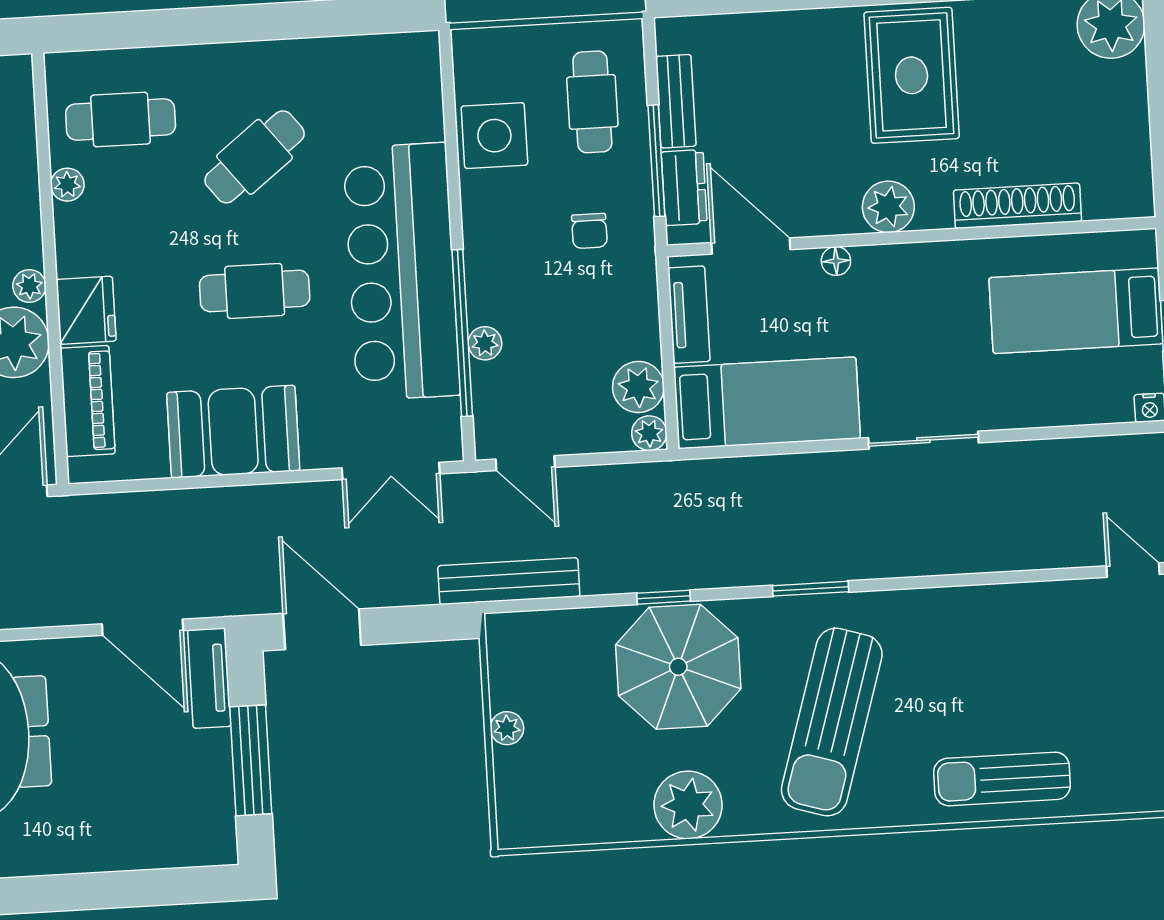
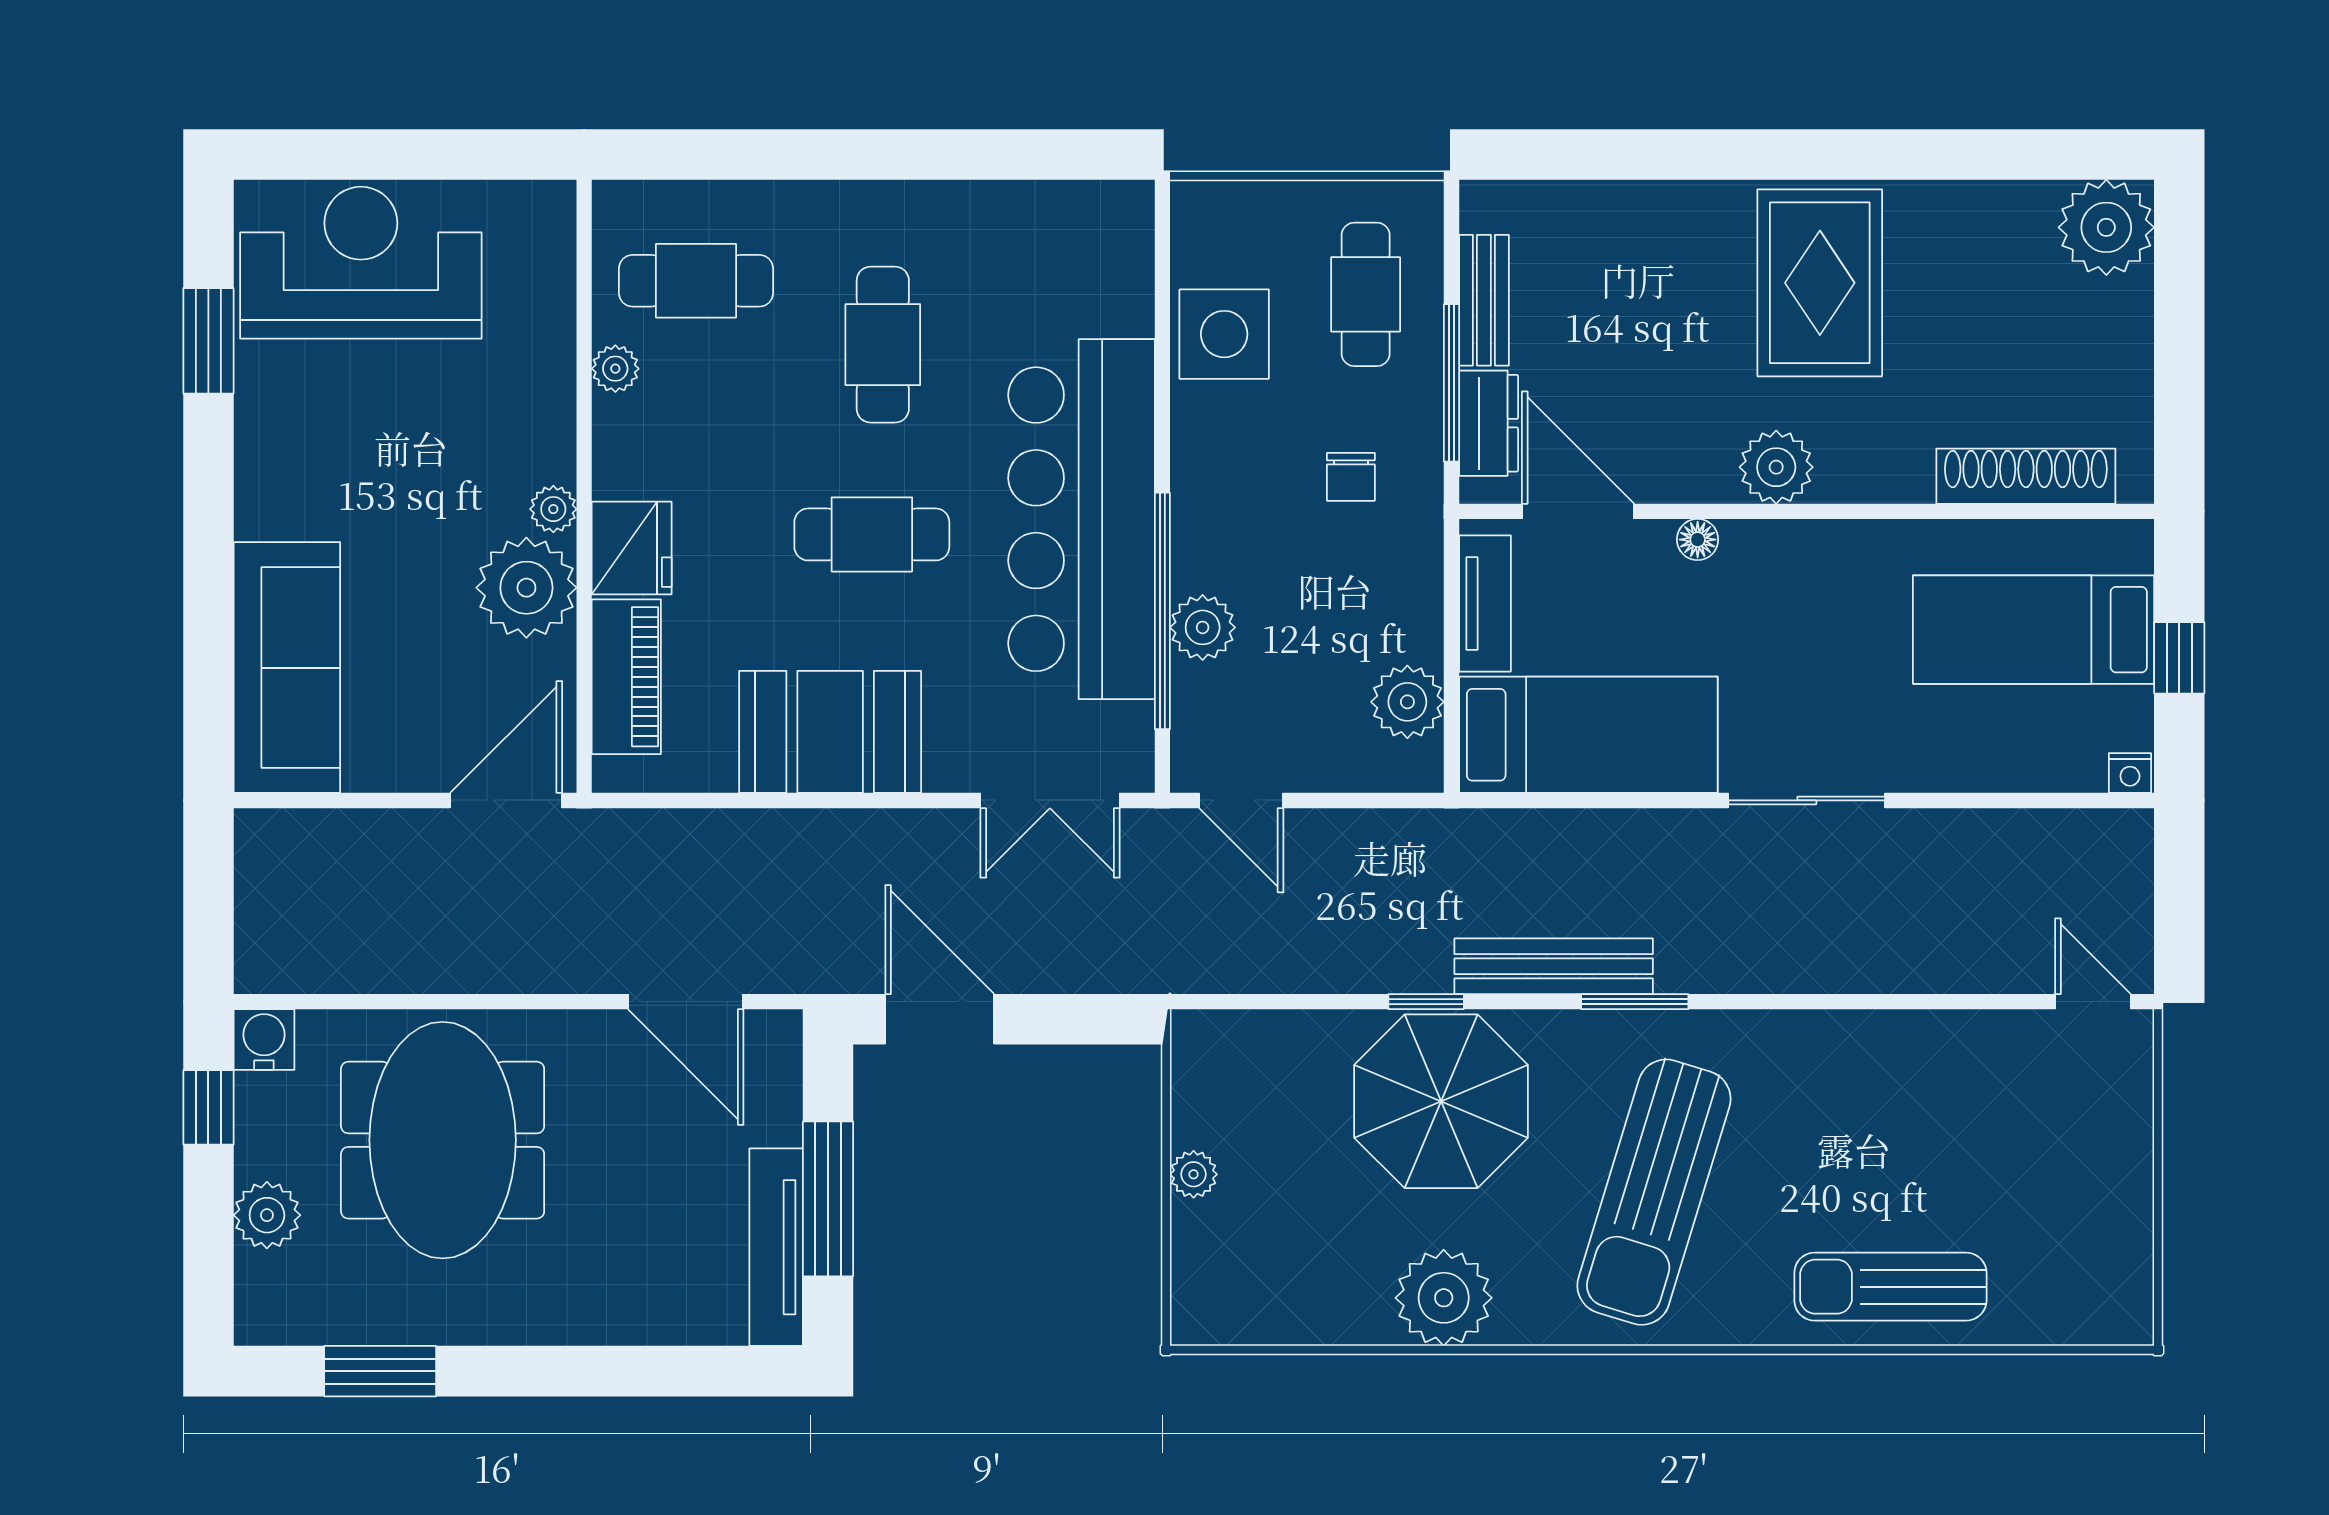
cafe table: (255, 157) -> (883, 345), turned -52
shoe rack: (1017, 206) -> (2026, 476), moved
plant: (485, 343) -> (1203, 627), width x1.38, depth x1.38
plant: (649, 433) -> (1419, 768), removed
bench: (509, 581) -> (1554, 966), moved
tv unit: (209, 678) -> (776, 1247), moved, width x1.41

